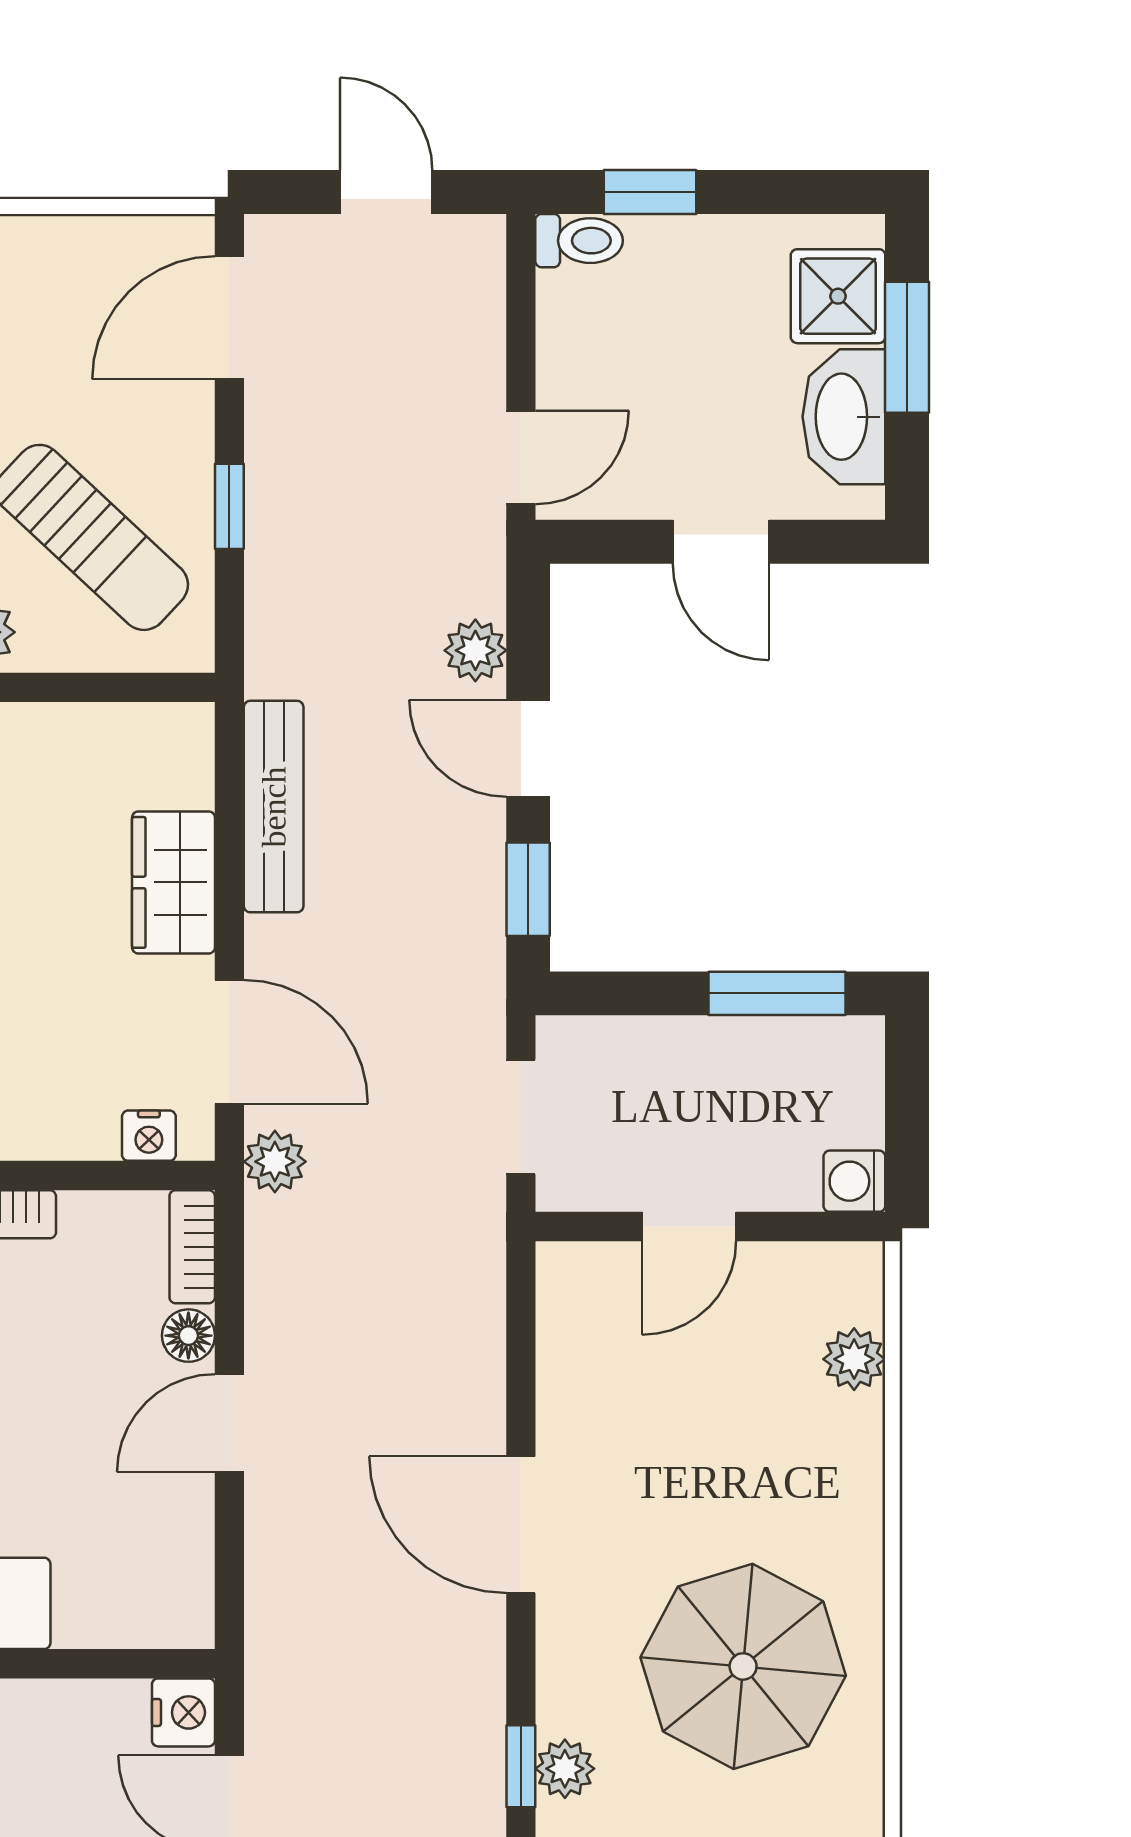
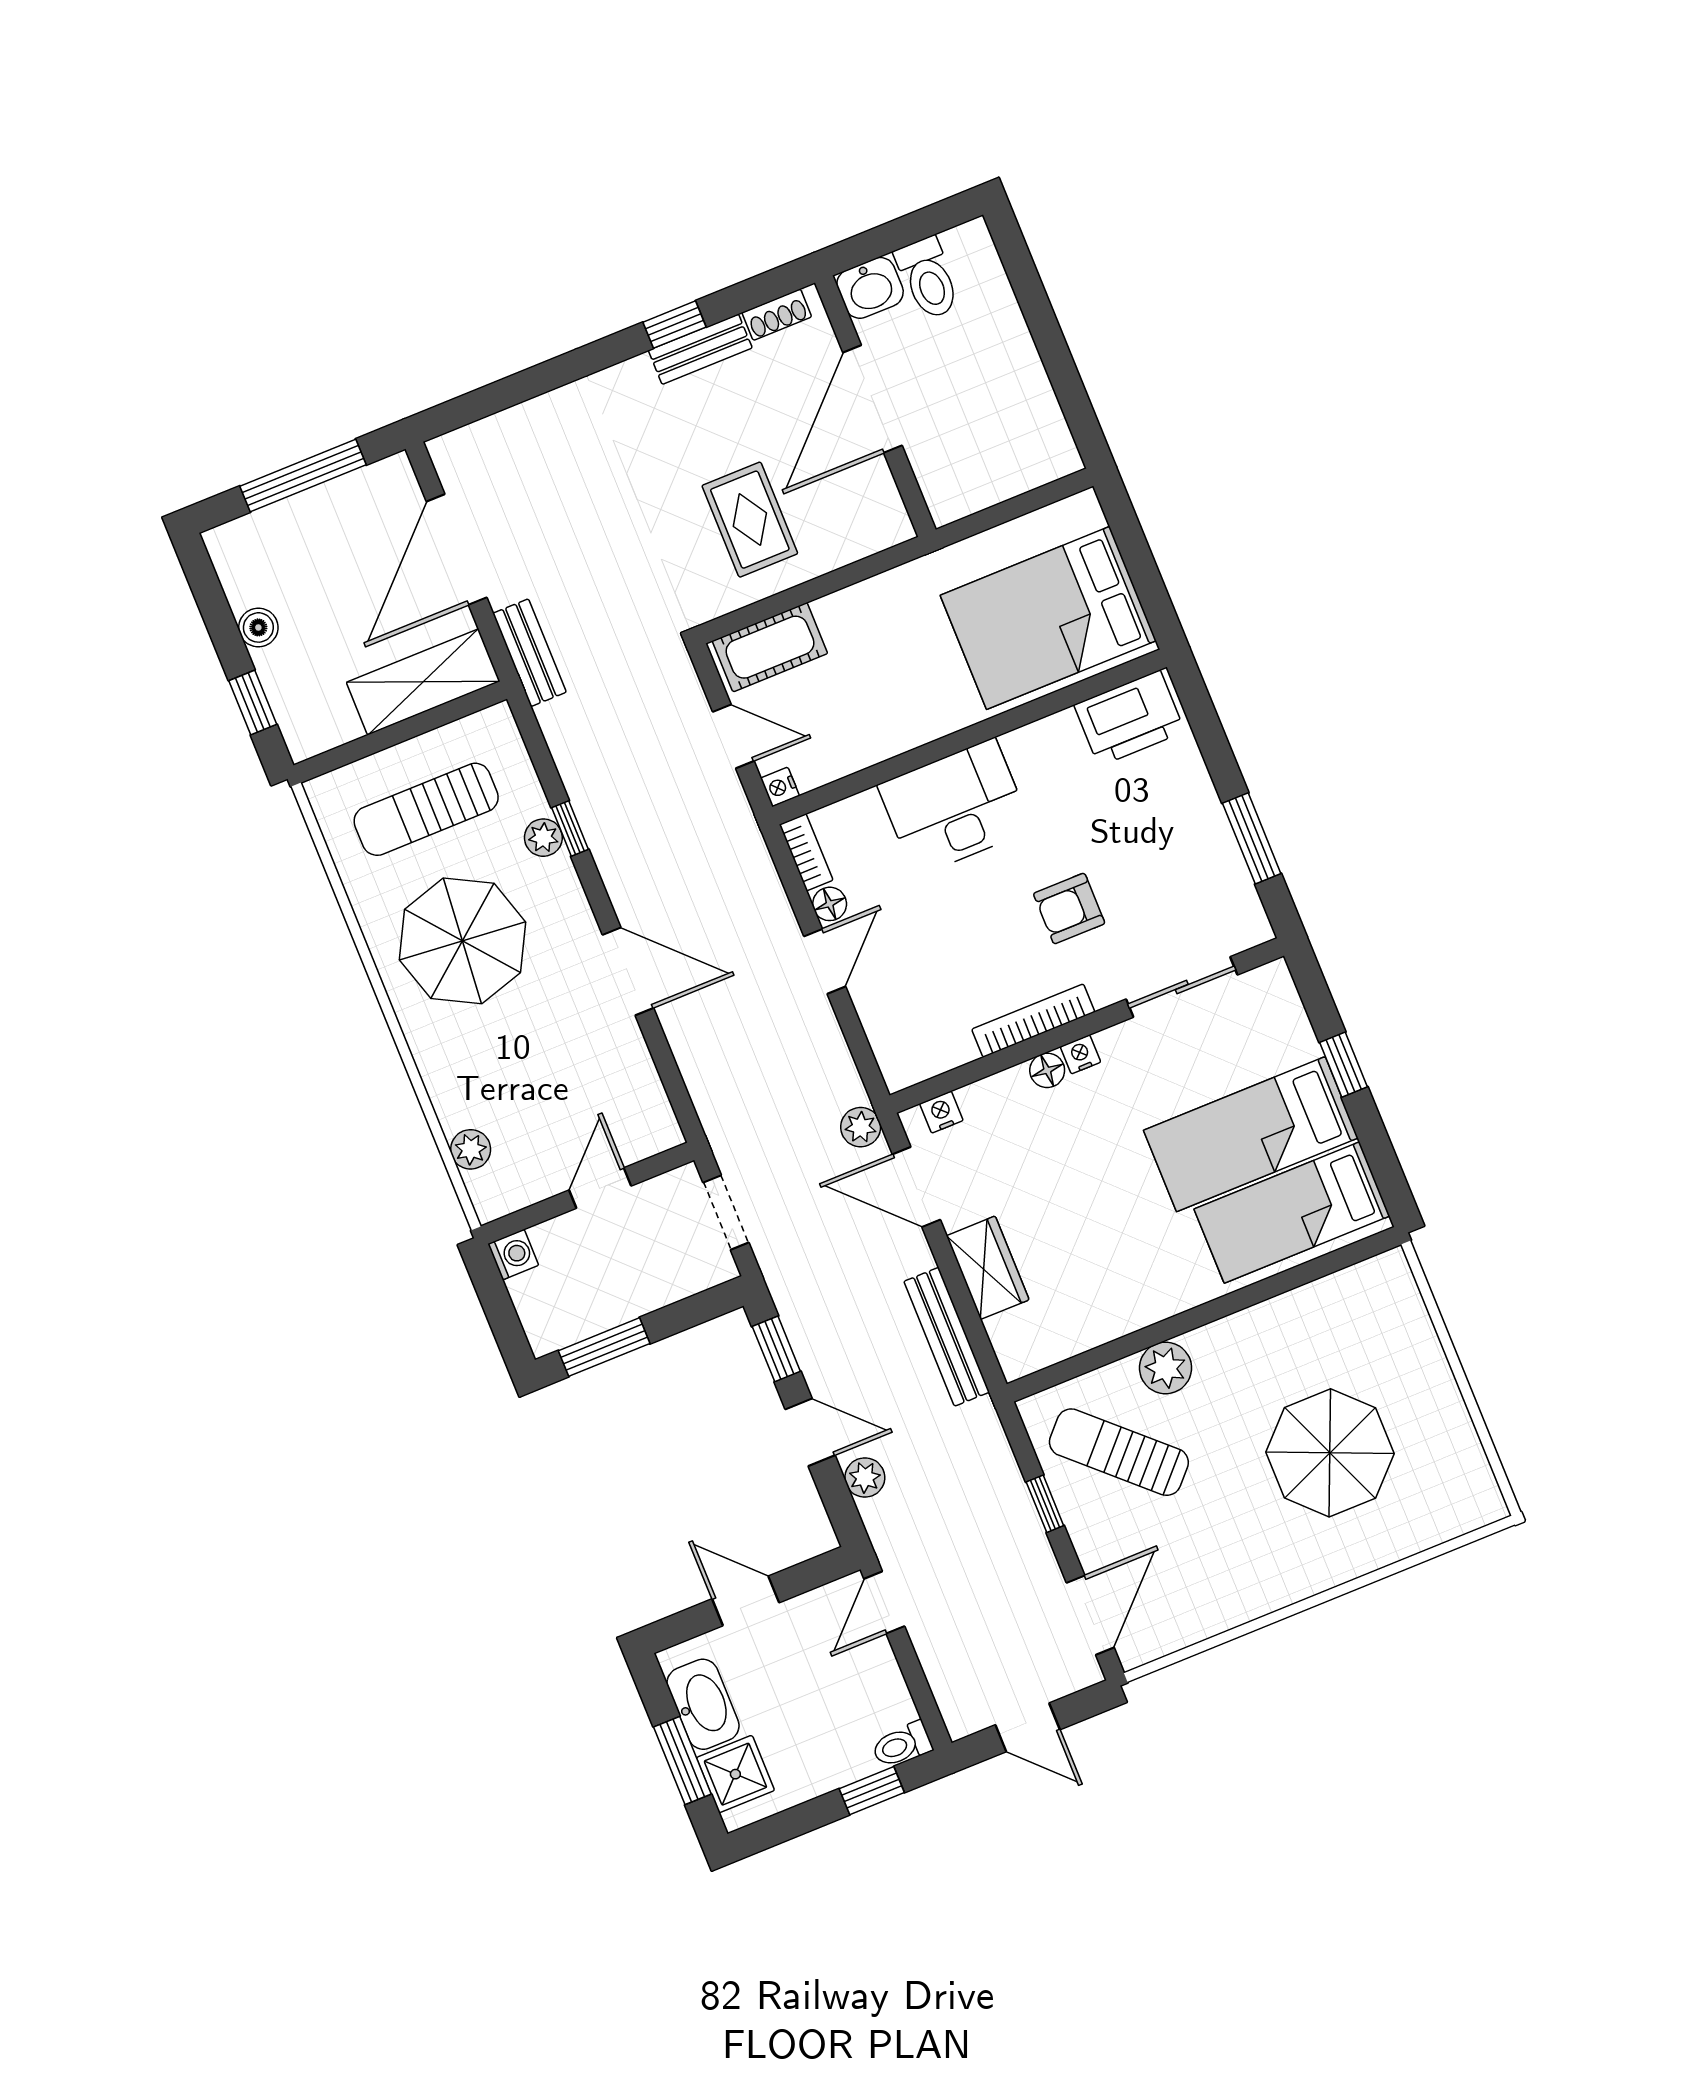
bookcase: (192, 1247) -> (806, 852), moved
floor lamp: (188, 1336) -> (830, 904), moved
nightstand: (183, 1712) -> (780, 787), width x0.72, depth x0.74

